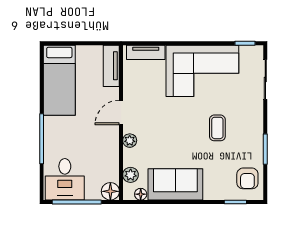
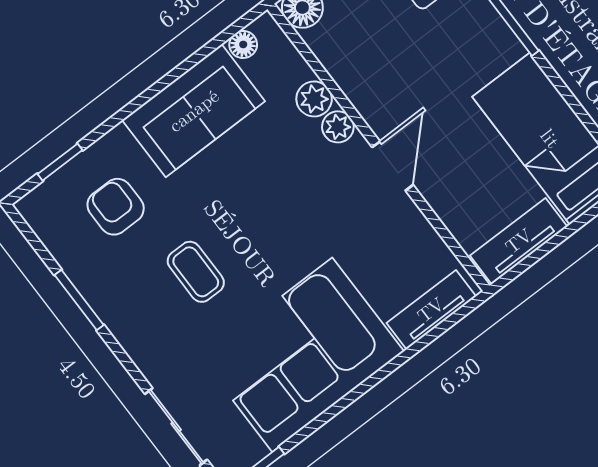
tv unit: (111, 66) -> (519, 241), moved, turned -90
plant: (131, 175) -> (314, 99), moved
armchair: (247, 178) -> (116, 207), moved

